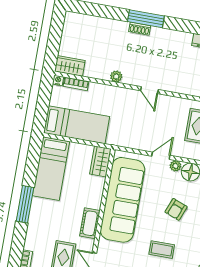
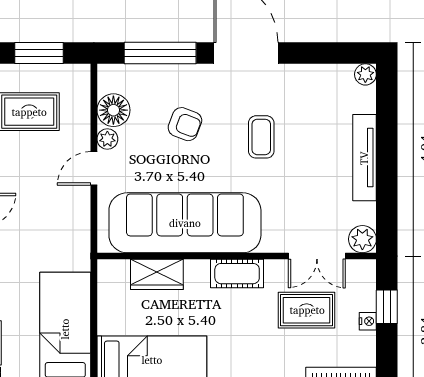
door: (161, 156) -> (94, 168), hinge flipped
wardrobe: (100, 161) -> (157, 274), moved

